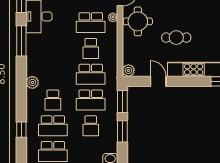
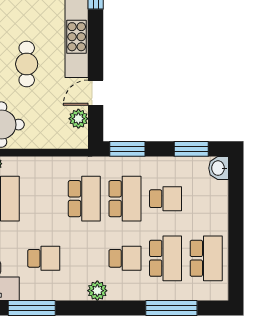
school desk: (91, 48) -> (44, 258), moved
plant: (128, 70) -> (78, 119), moved
window: (21, 130) -> (171, 308), width x2.17
window: (122, 131) -> (191, 149), moved

